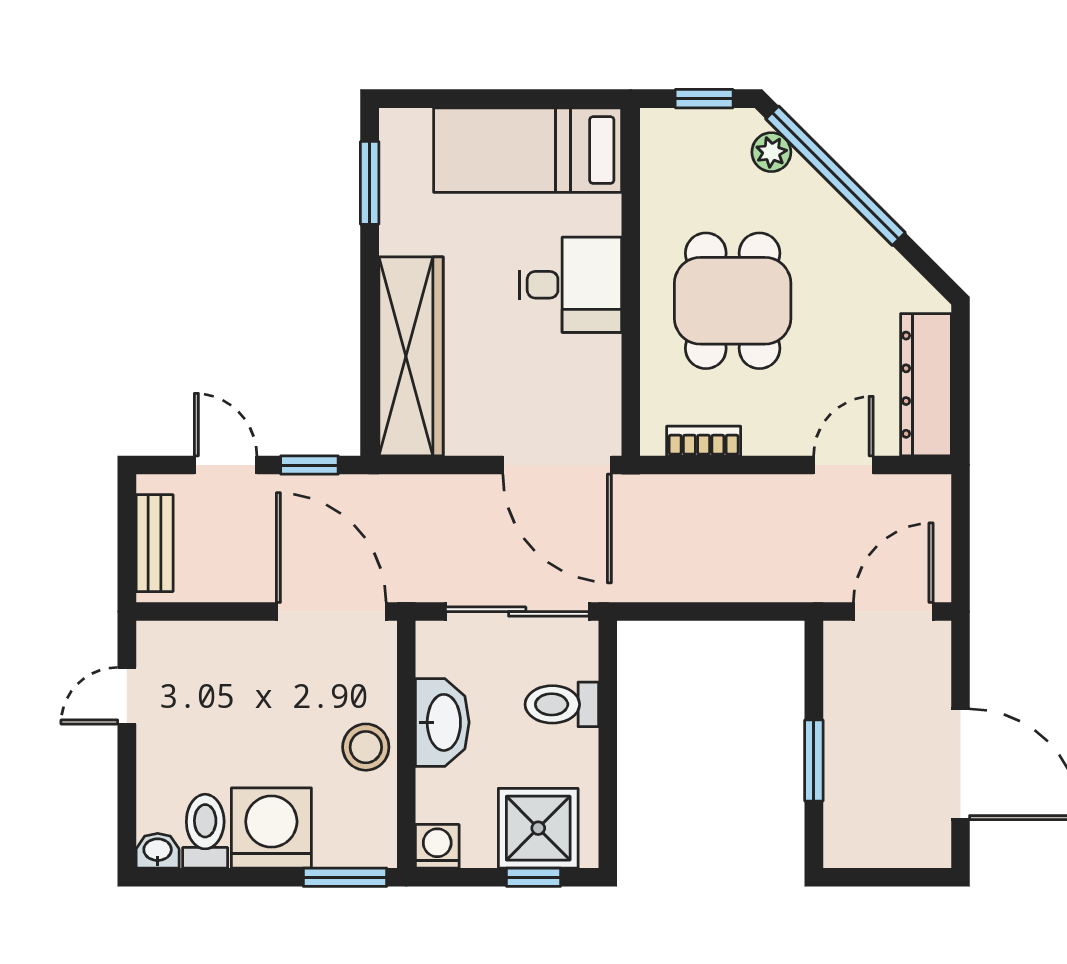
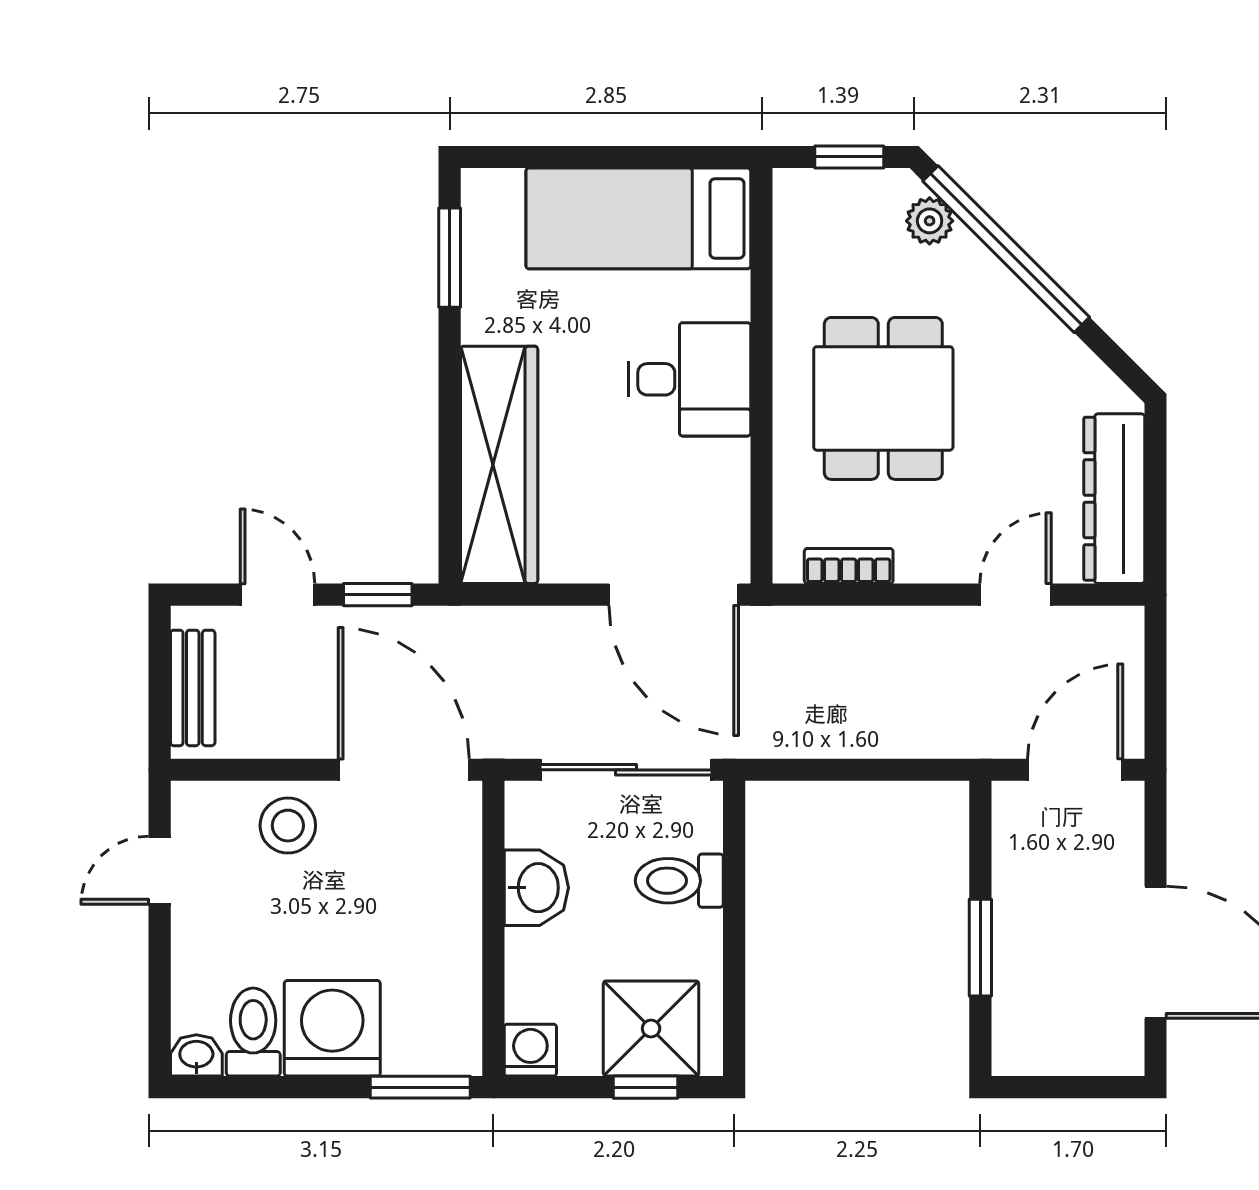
washbasin: (442, 722) -> (536, 888), width x0.72
stool: (366, 747) -> (288, 826), moved

